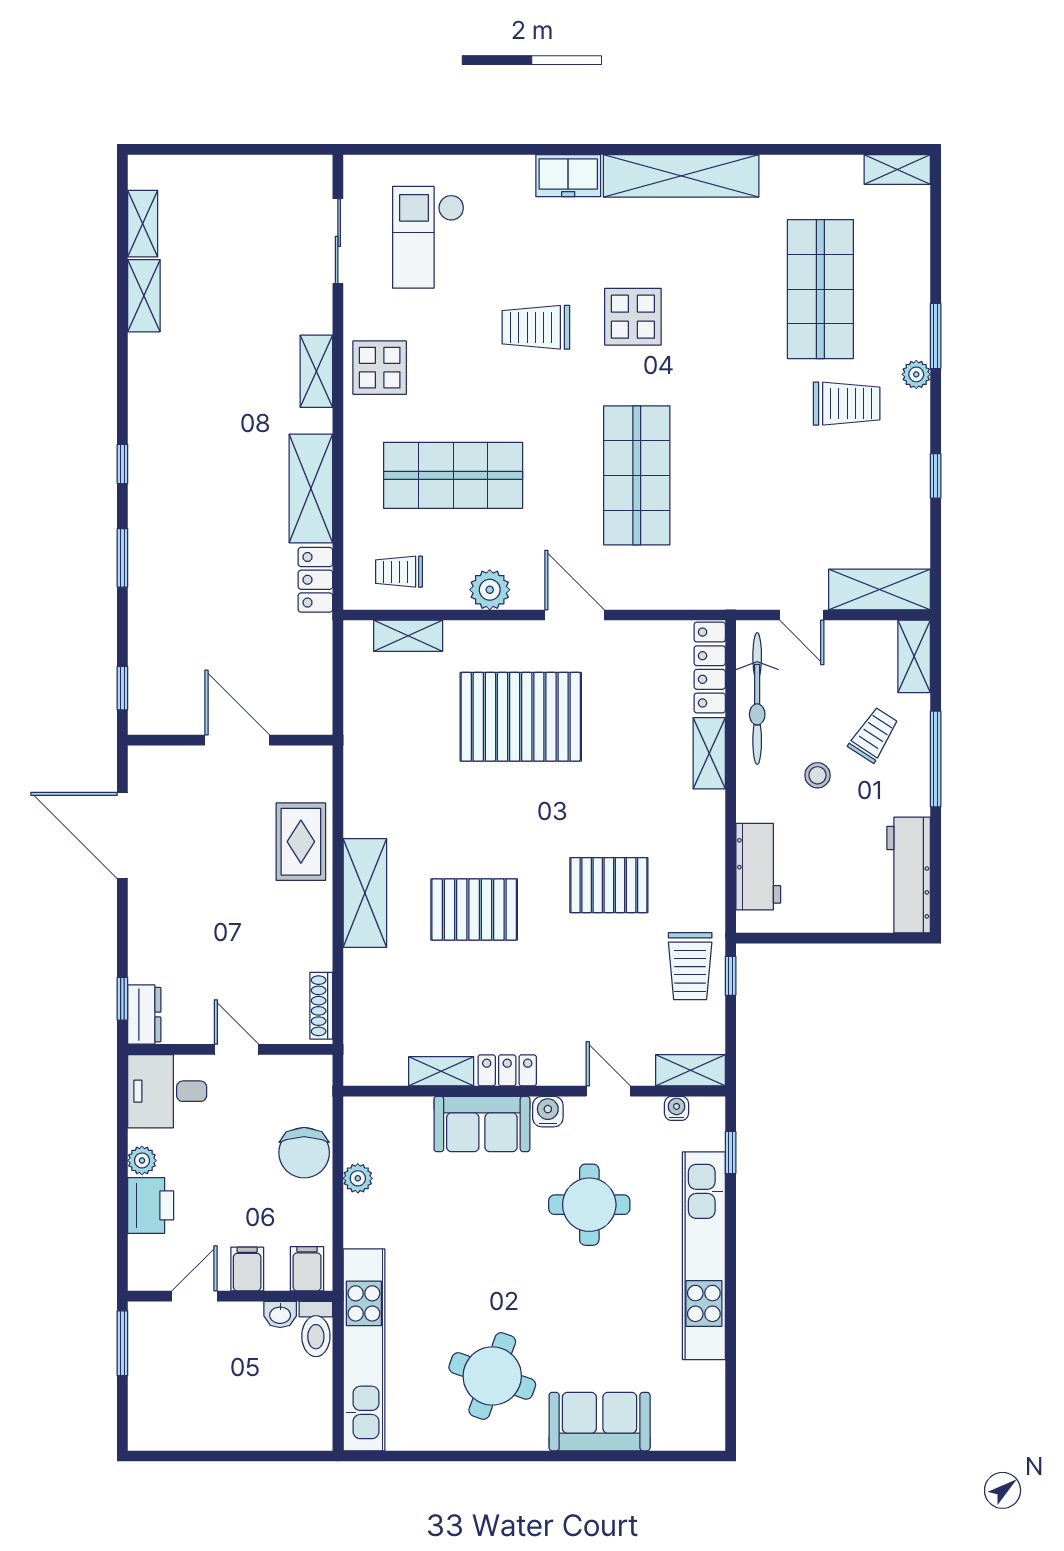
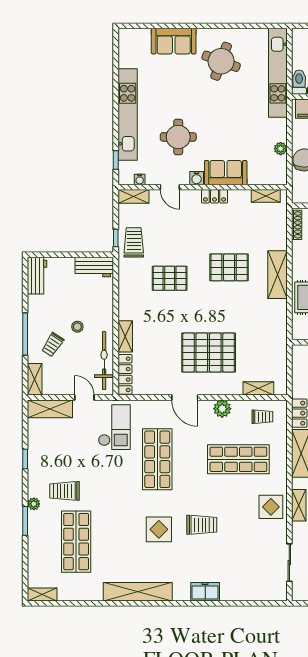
freezer: (568, 176) -> (205, 592), moved
checkout: (428, 237) -> (114, 427), moved
workbench: (758, 867) -> (94, 267), moved, turned -90
workbench: (909, 875) -> (37, 276), width x0.73
shelving: (441, 1071) -> (266, 196), moved

